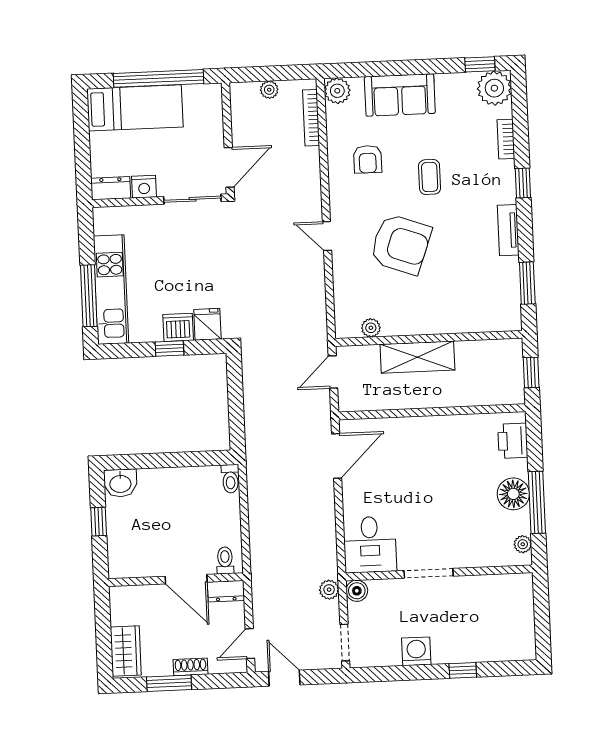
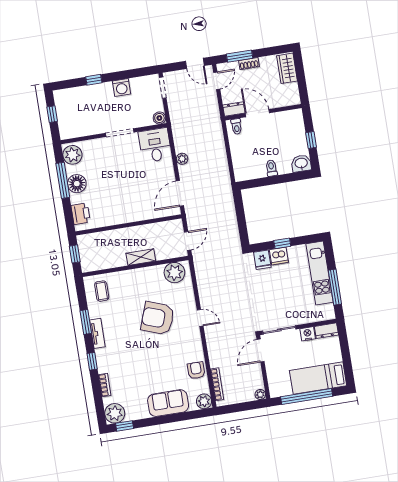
plant: (269, 90) -> (260, 395), moved
armchair: (368, 159) -> (196, 370), moved
coffee table: (430, 177) -> (102, 291), moved
window: (527, 283) -> (86, 322), moved
window: (89, 296) -> (335, 287), moved
plant: (371, 328) -> (174, 273), width x1.87, depth x1.87
shelving: (417, 357) -> (141, 257), width x0.67, depth x0.75
toilet: (230, 479) -> (271, 168), moved
plant: (523, 544) -> (72, 155), width x1.88, depth x1.88
plant: (329, 590) -> (182, 159), moved
window: (542, 619) -> (52, 114), added
window: (169, 683) -> (240, 56), moved

